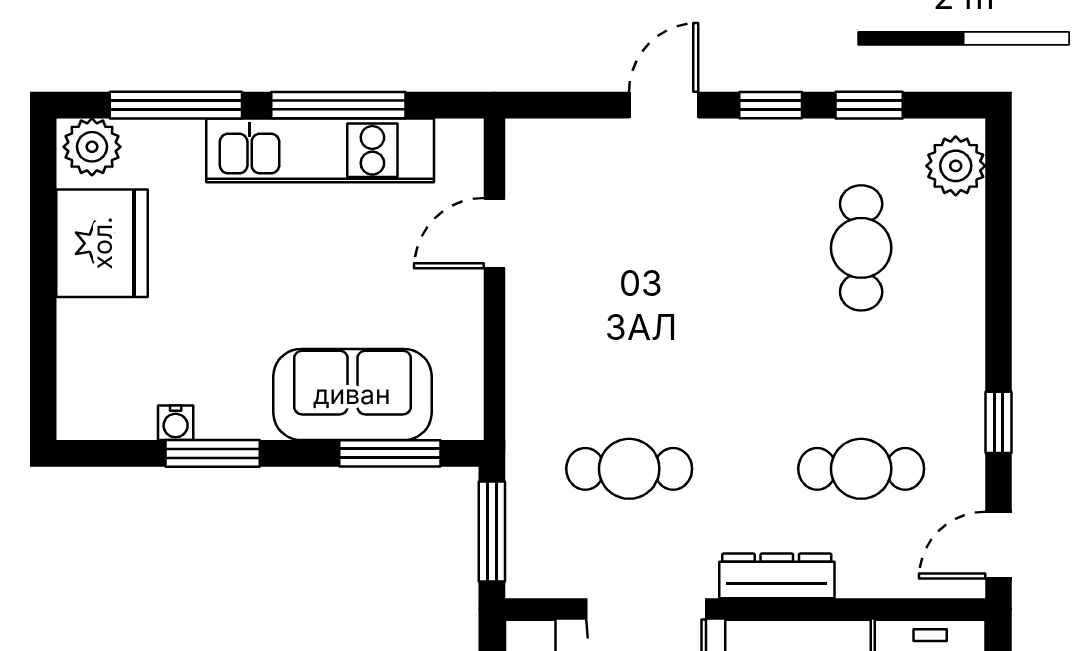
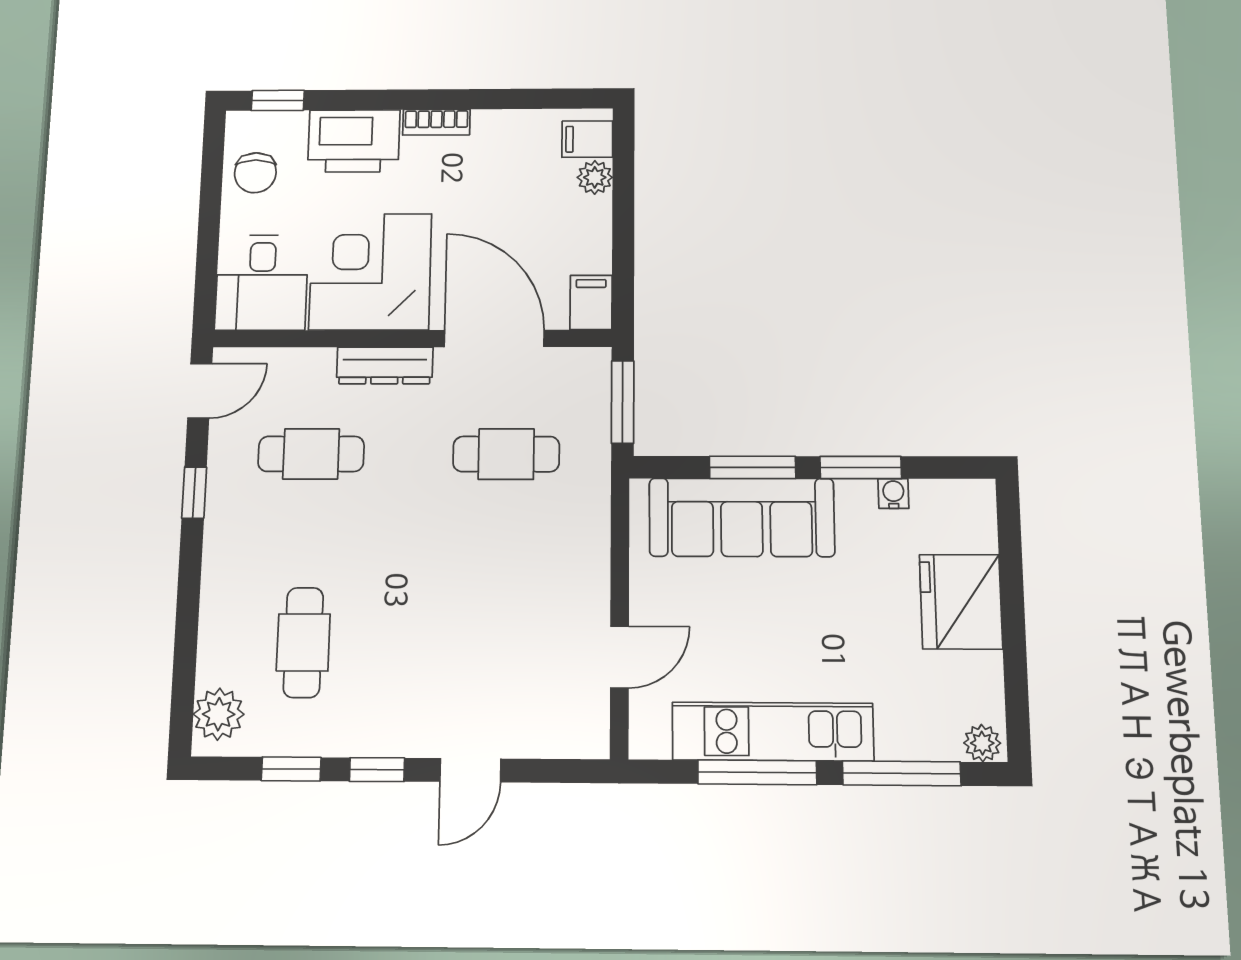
plant: (92, 147) -> (982, 743), width x0.73, depth x0.73
fridge: (102, 243) -> (961, 602), moved
sofa: (352, 394) -> (742, 517), width x1.36
window: (390, 453) -> (753, 467), moved

